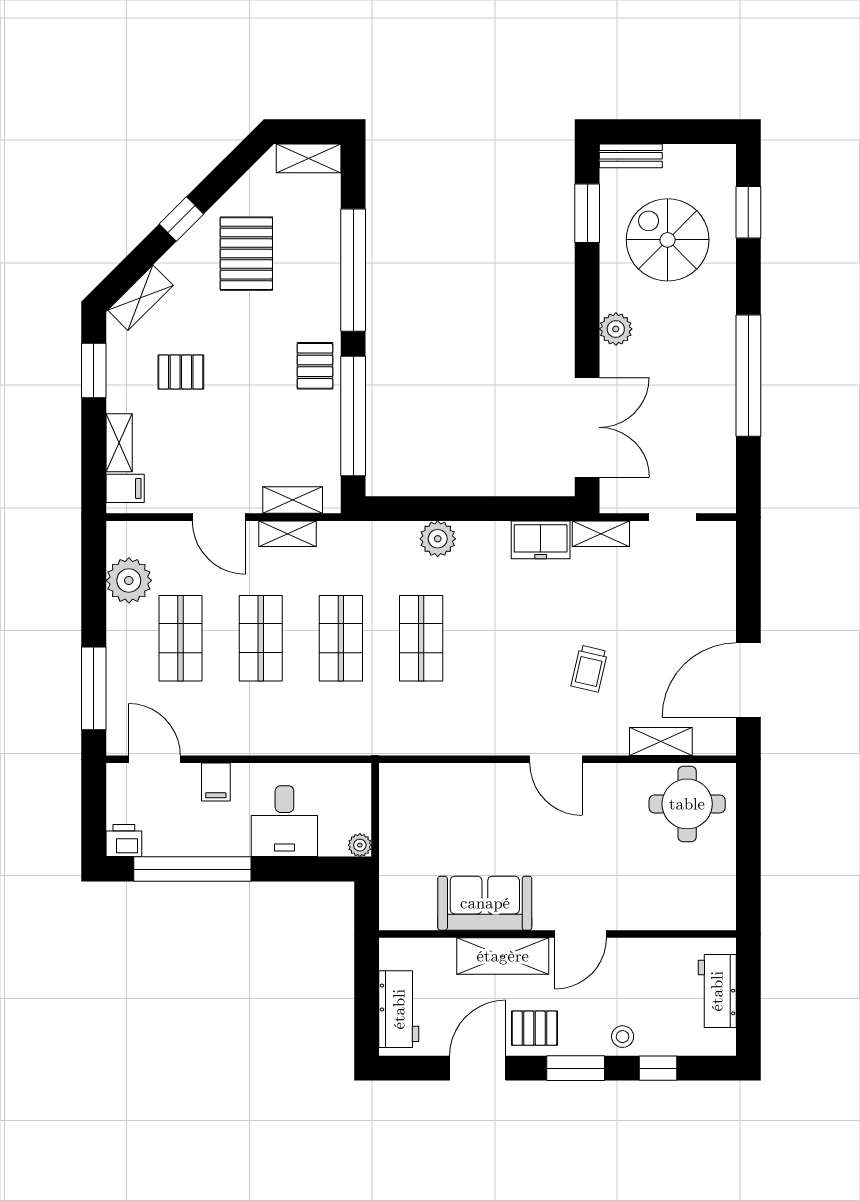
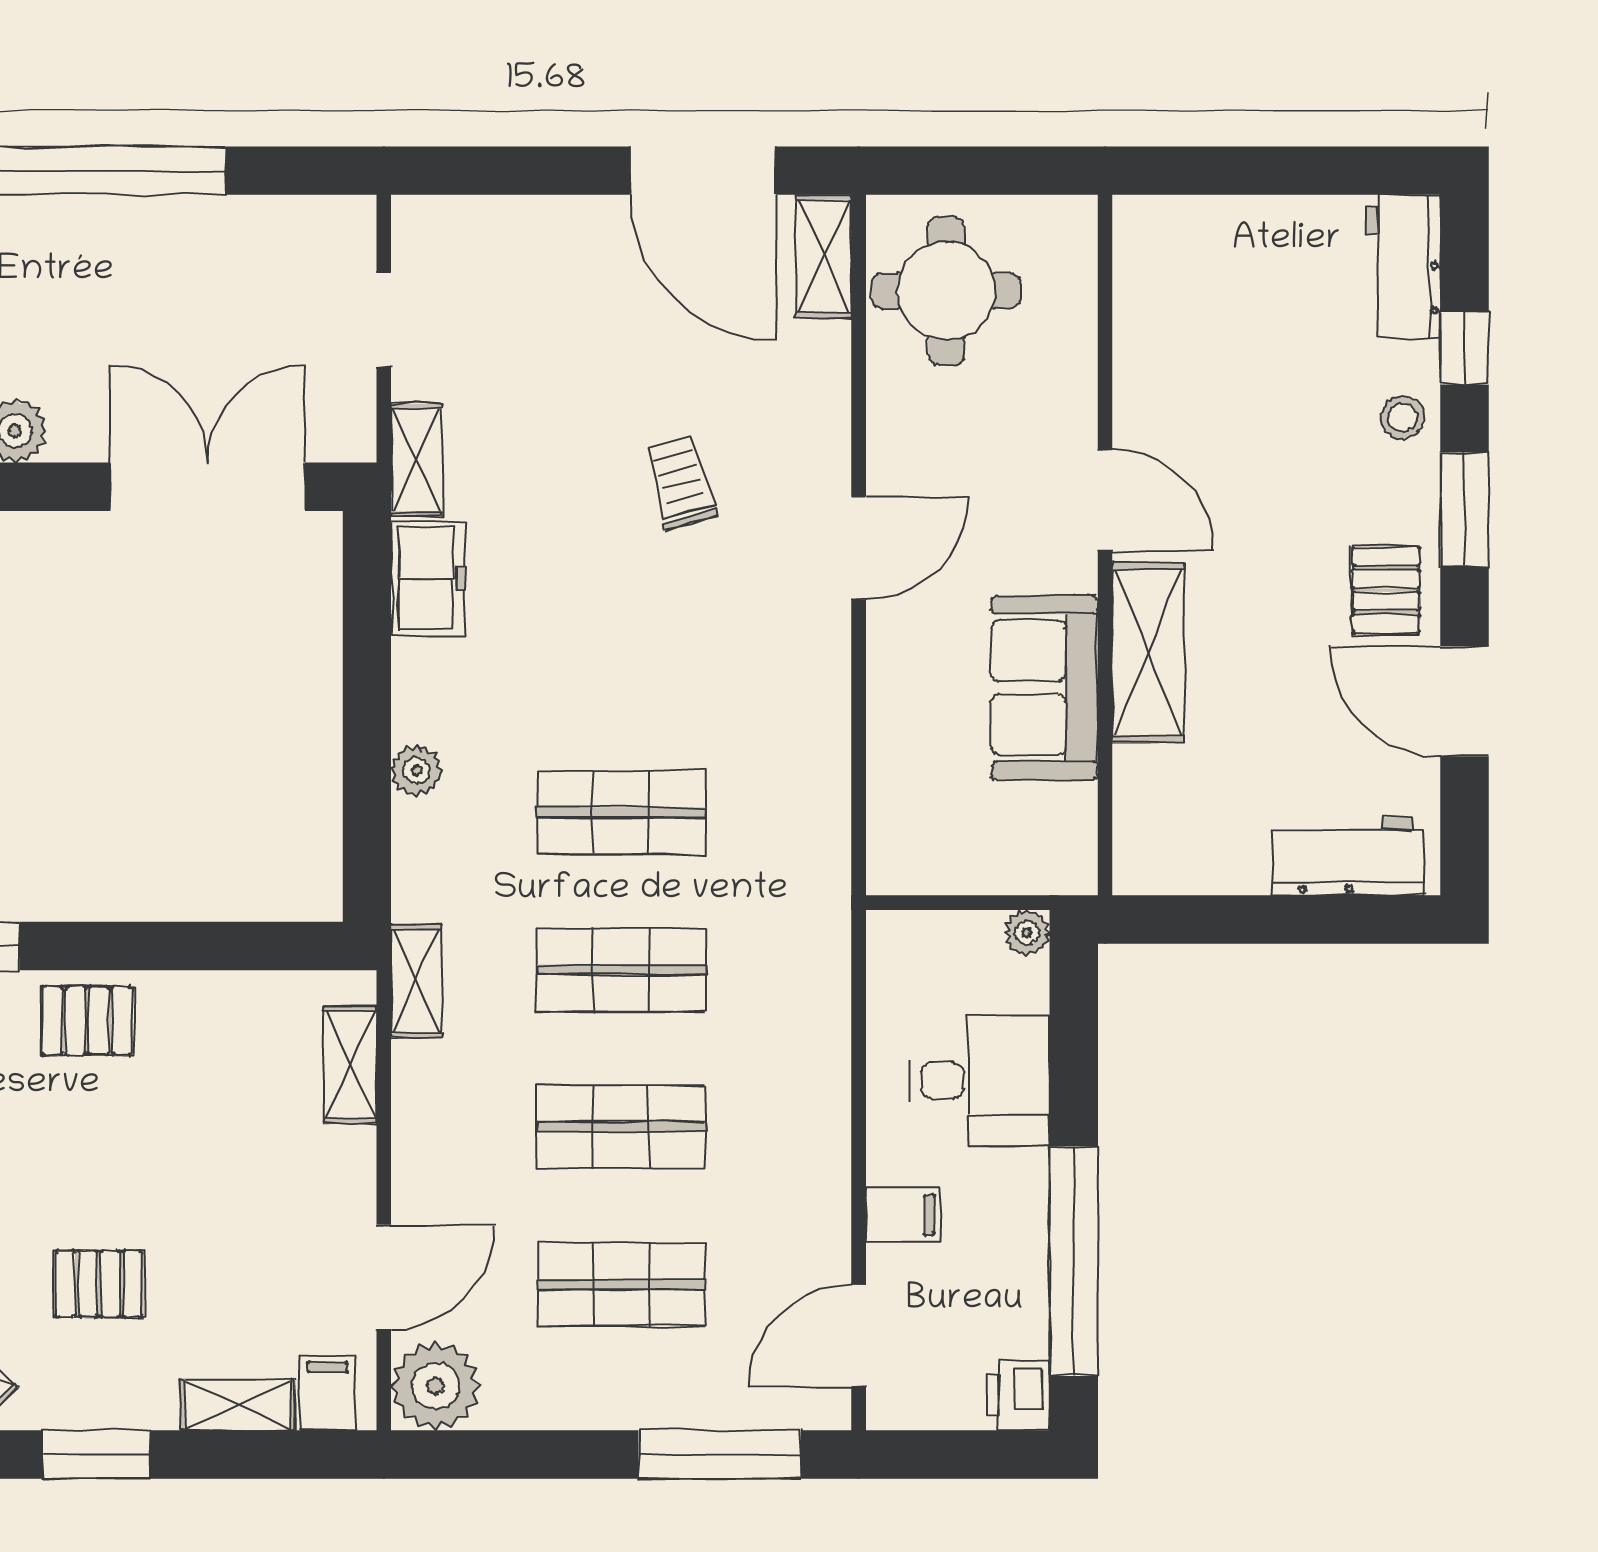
pallet: (181, 372) -> (99, 1284), turned 90
window: (353, 416) -> (185, 946), removed
door: (219, 517) -> (384, 1277), moved
shelving: (287, 534) -> (416, 981), moved
plant: (438, 539) -> (417, 770), width x0.73, depth x0.73
plant: (129, 580) -> (436, 1386), moved
trolley: (589, 669) -> (681, 483), turned -118
shelving: (661, 742) -> (824, 256), moved
sofa: (485, 903) -> (1045, 688), moved
wall: (557, 934) -> (1105, 545), moved
door: (581, 934) -> (1105, 500), moved
shelving: (503, 956) -> (1148, 652), moved
workbench: (717, 991) -> (1403, 266), moved, turned 90

